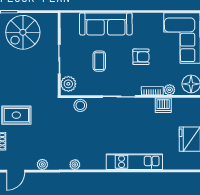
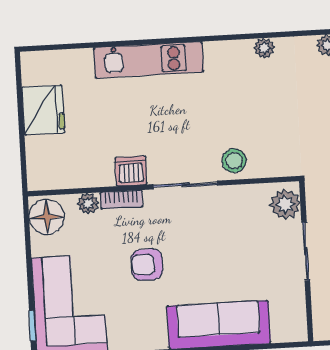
coffee table: (99, 61) -> (228, 252), removed
stool: (80, 105) -> (234, 161), moved
dishwasher: (163, 105) -> (131, 171), moved

